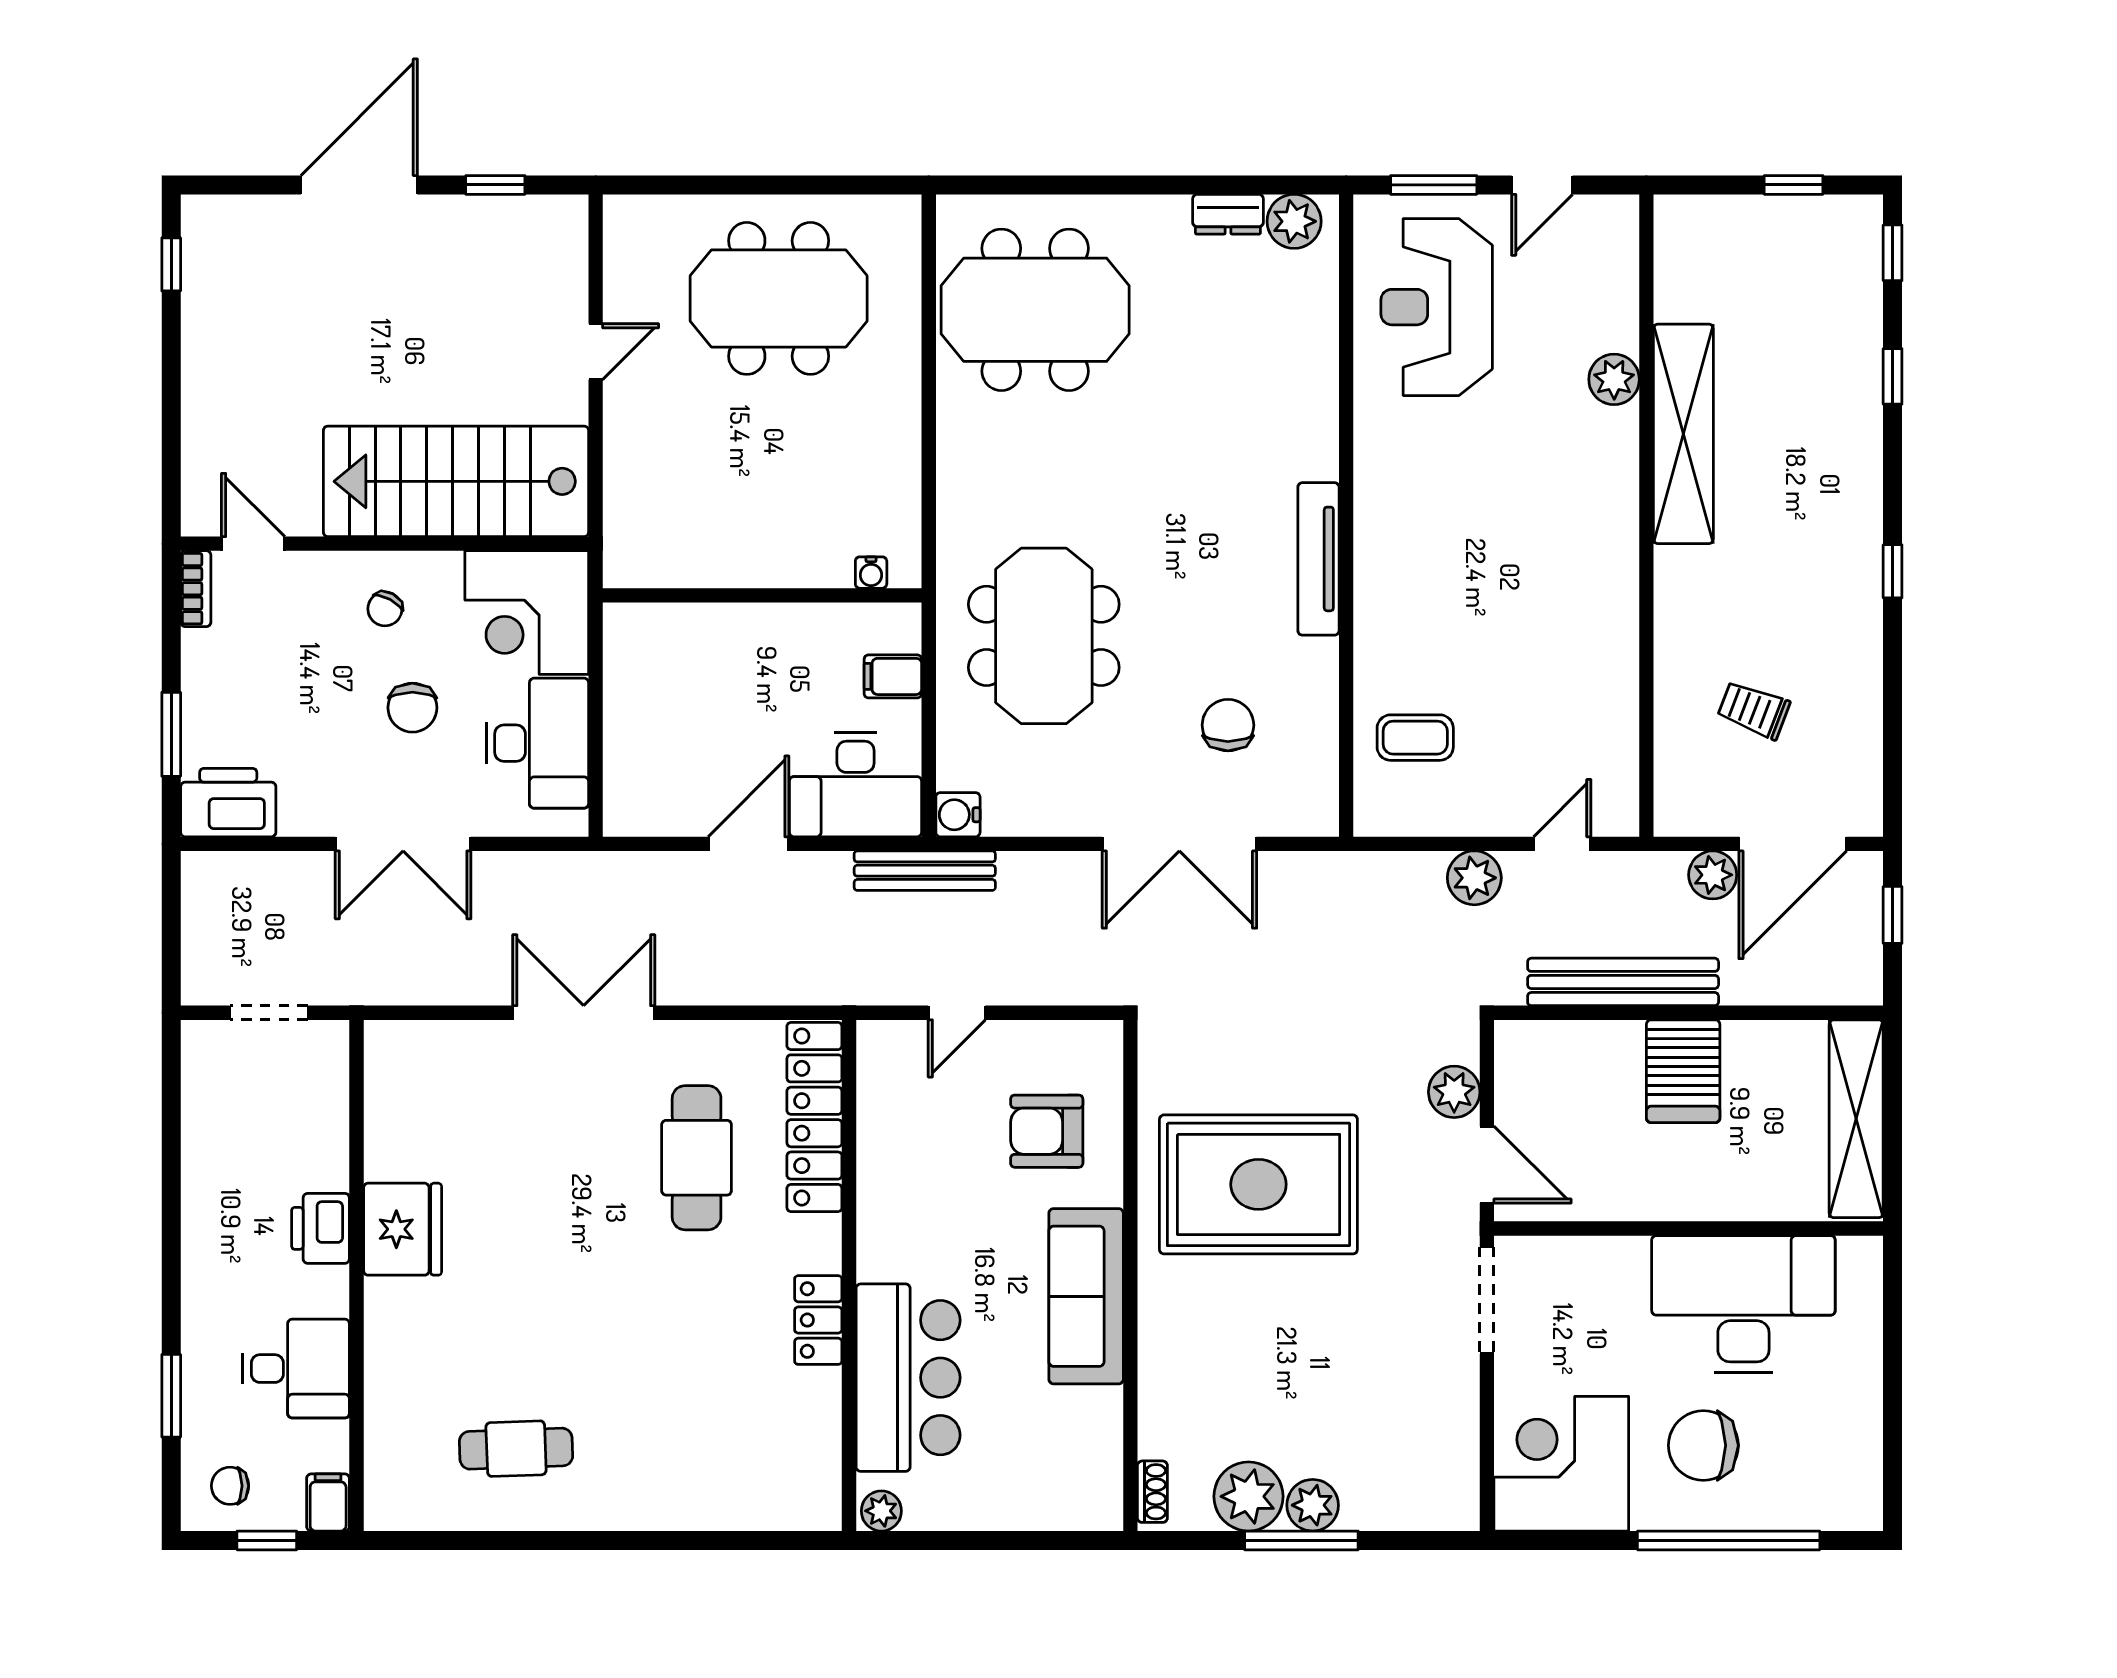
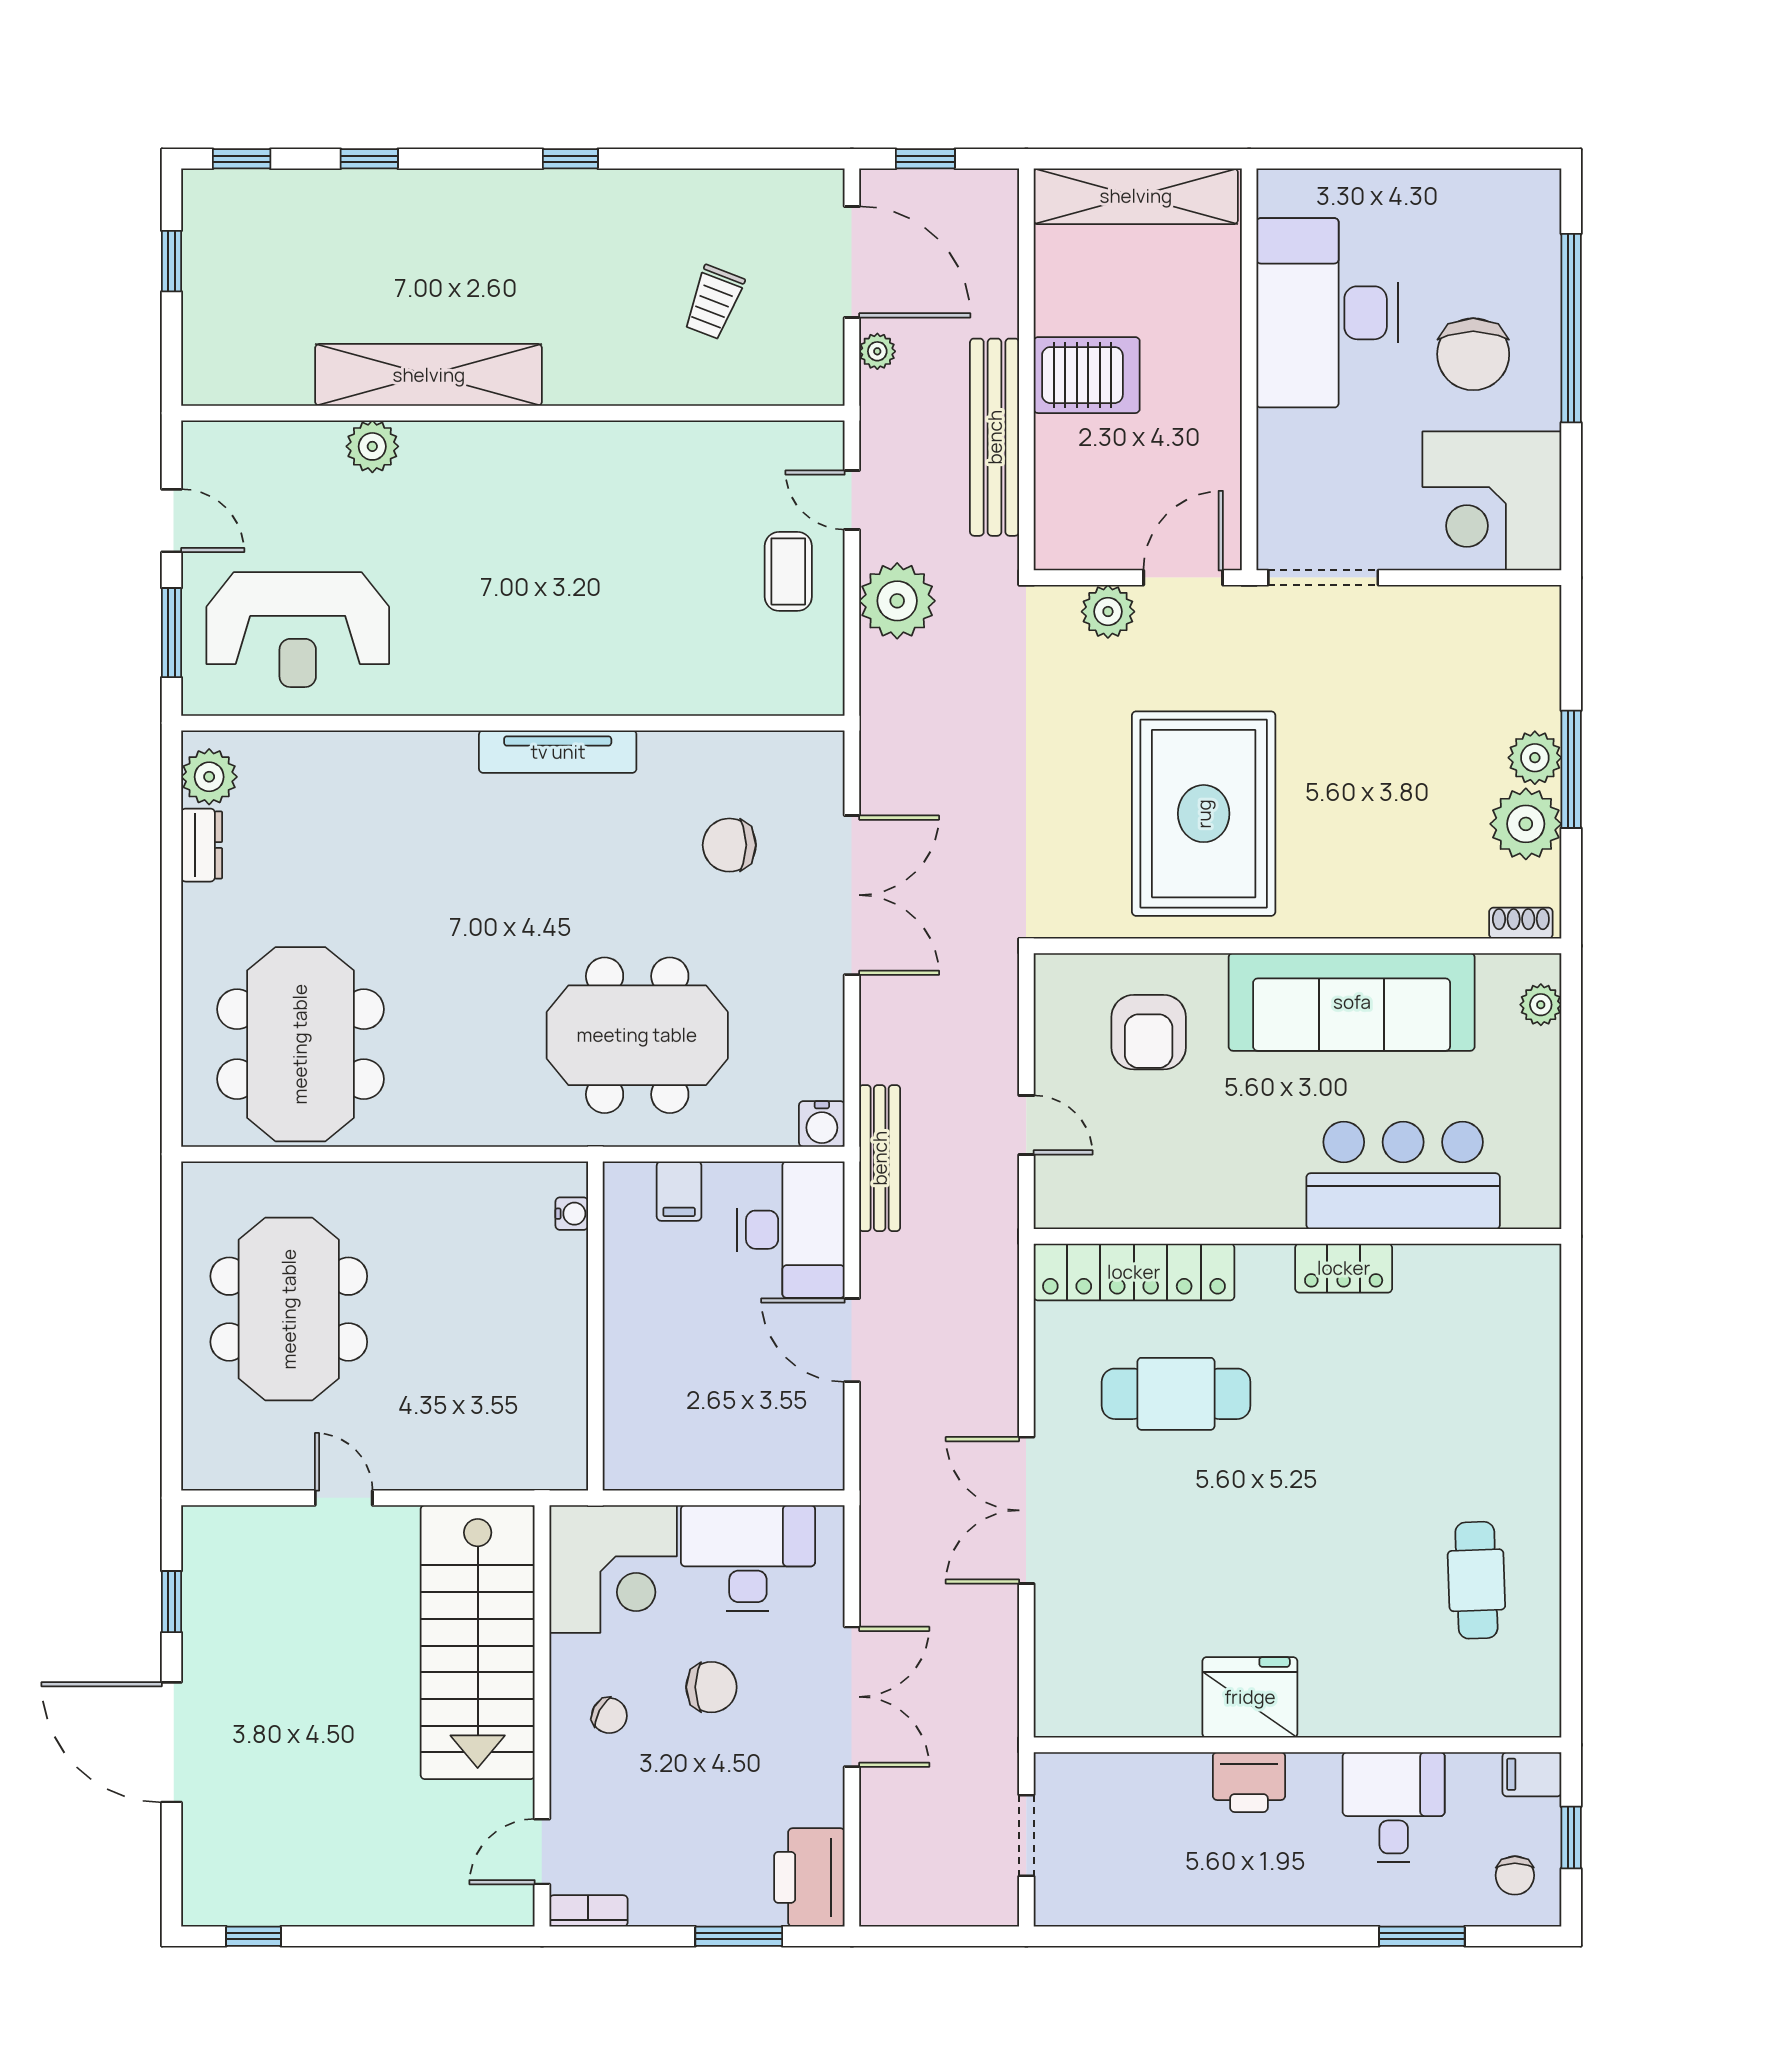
coffee table: (1415, 738) -> (788, 571), moved
plant: (1713, 875) -> (877, 351), width x0.73, depth x0.73
plant: (1474, 878) -> (897, 601), width x1.36, depth x1.36
sofa: (1086, 1296) -> (1352, 1002), width x1.36, depth x1.27
plant: (881, 1511) -> (1541, 1005), moved

